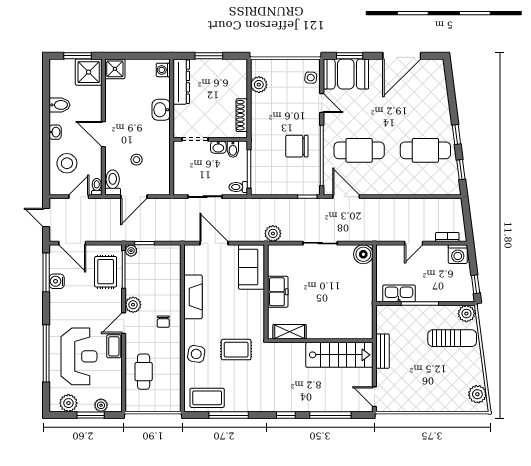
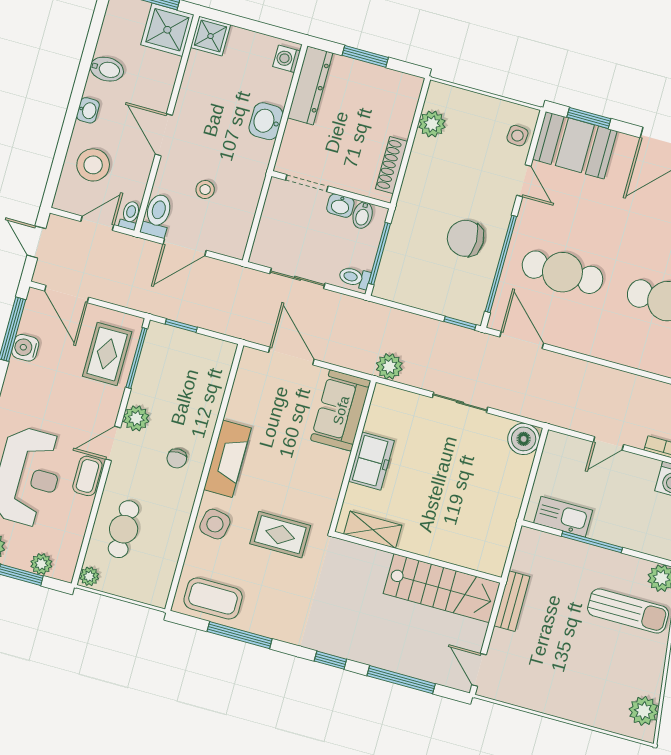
plant: (131, 251) -> (89, 576), moved
fireplace: (193, 297) -> (227, 459), moved

